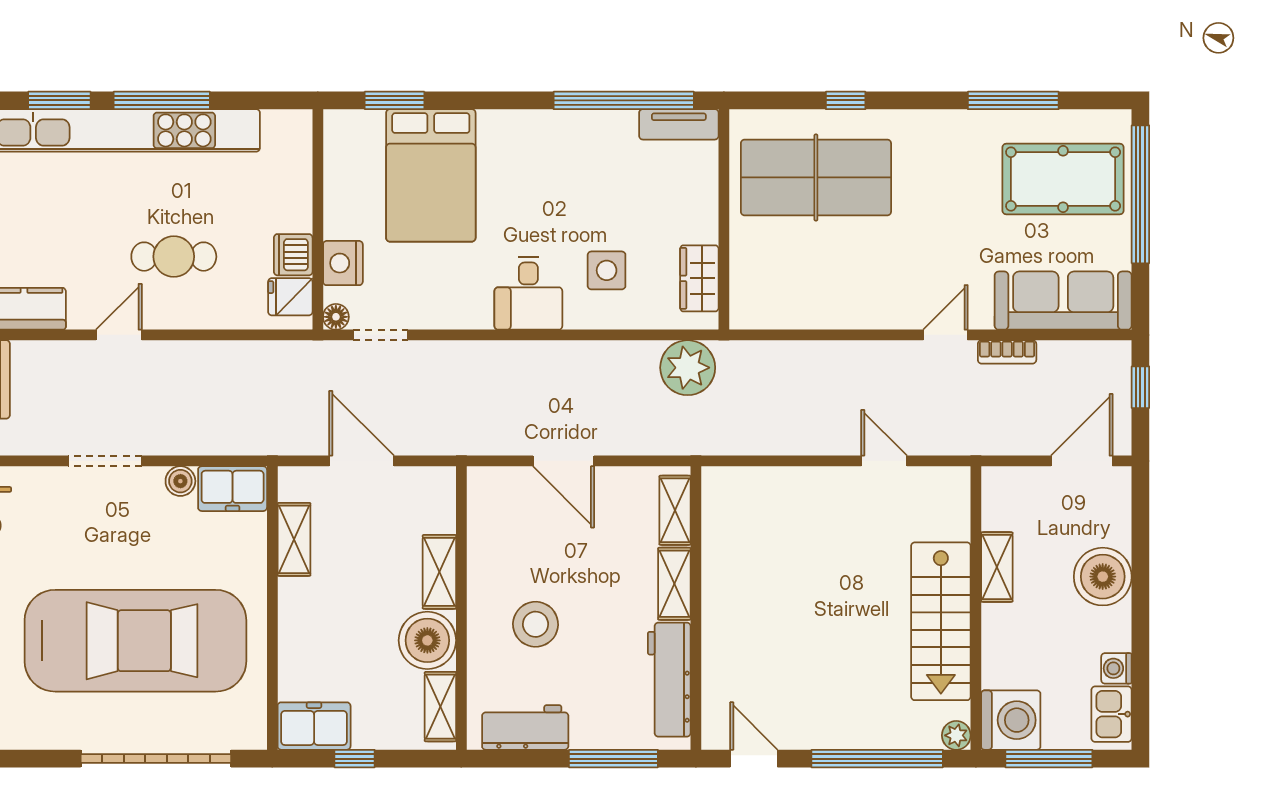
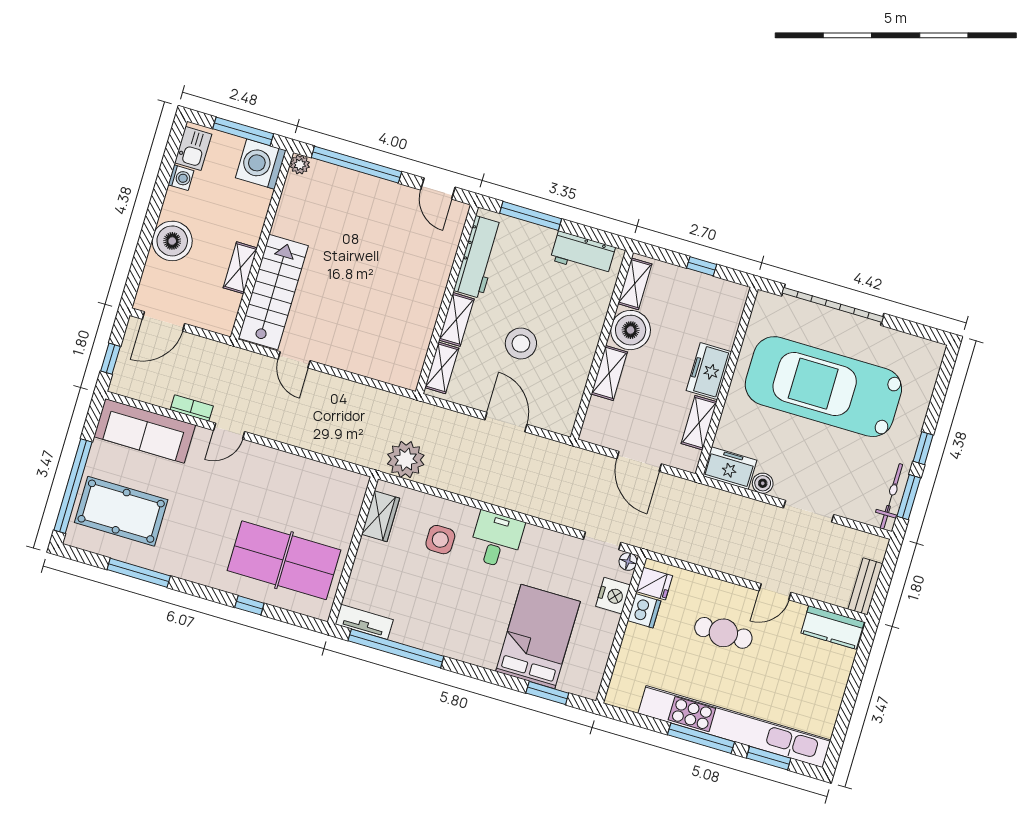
stairs: (941, 621) -> (273, 292), moved
stool: (536, 624) -> (521, 344), moved
freezer: (314, 726) -> (709, 371), moved, turned 90

